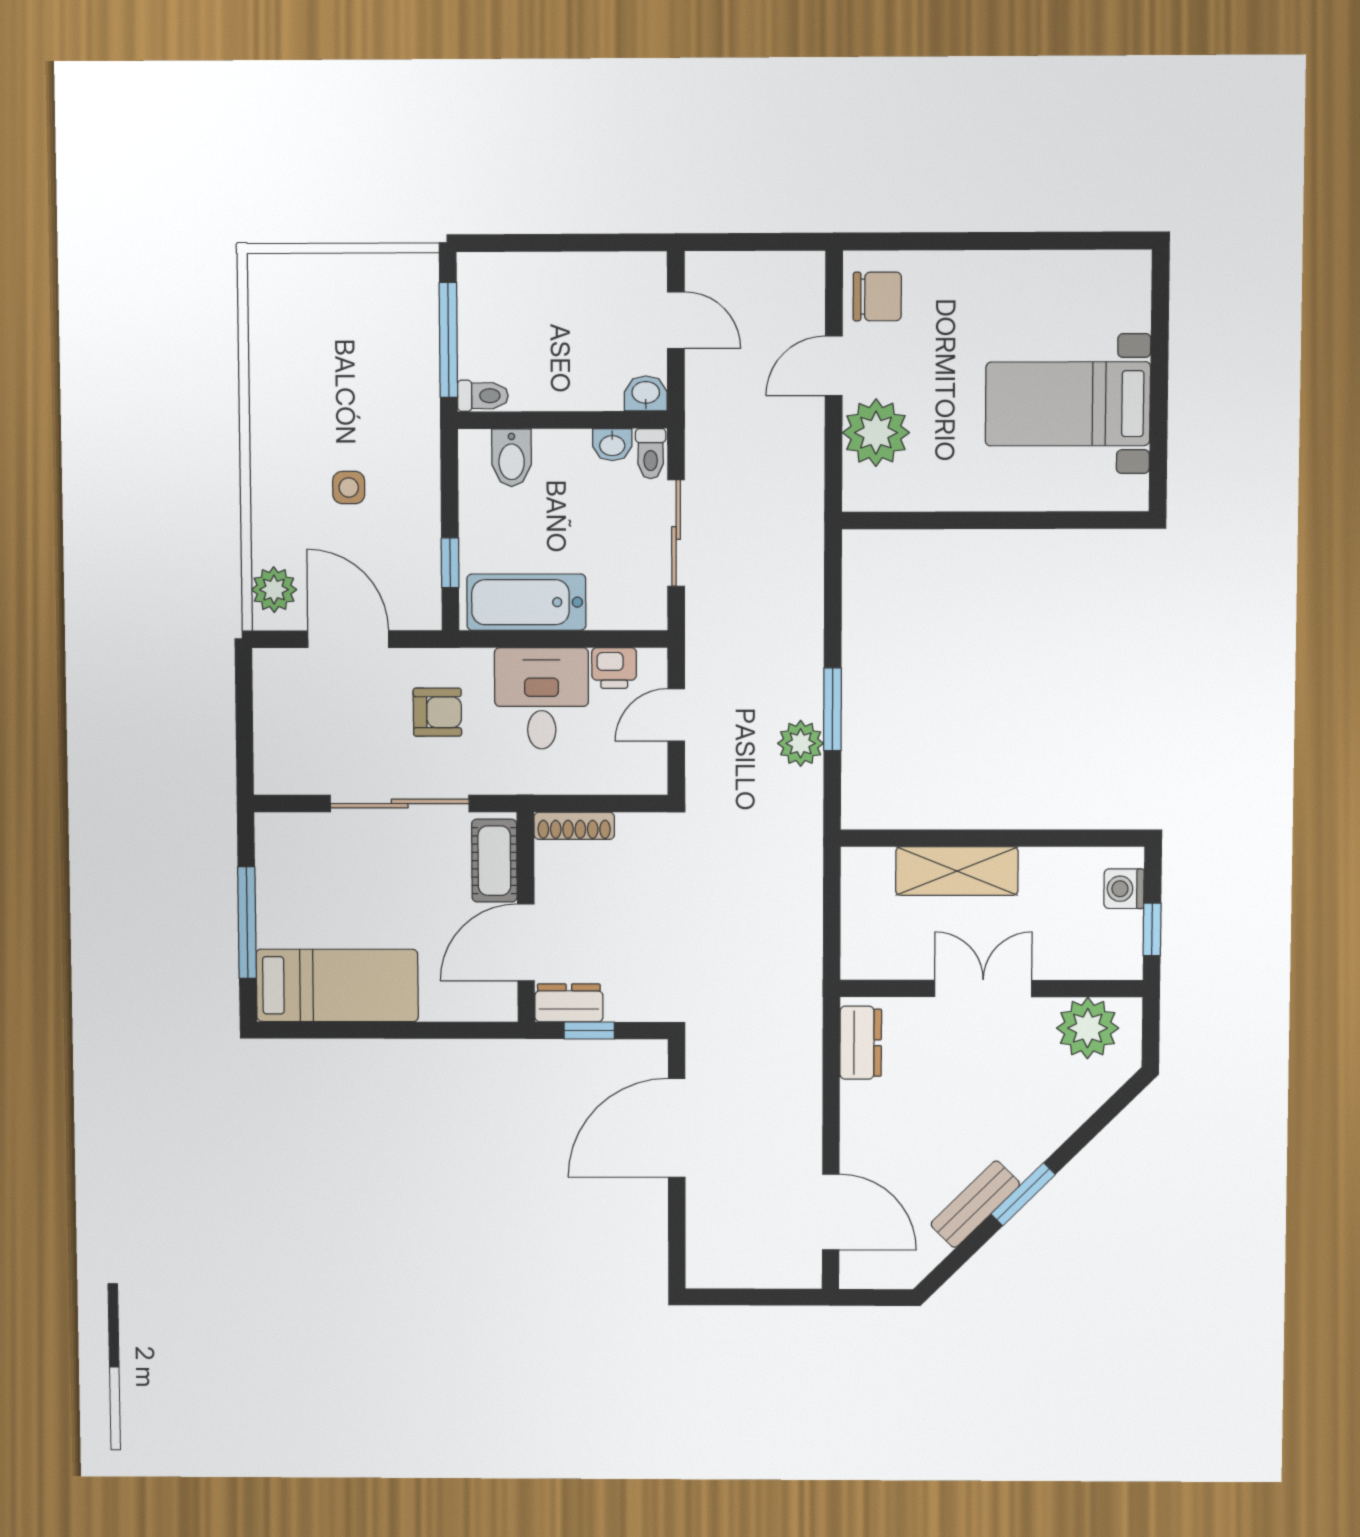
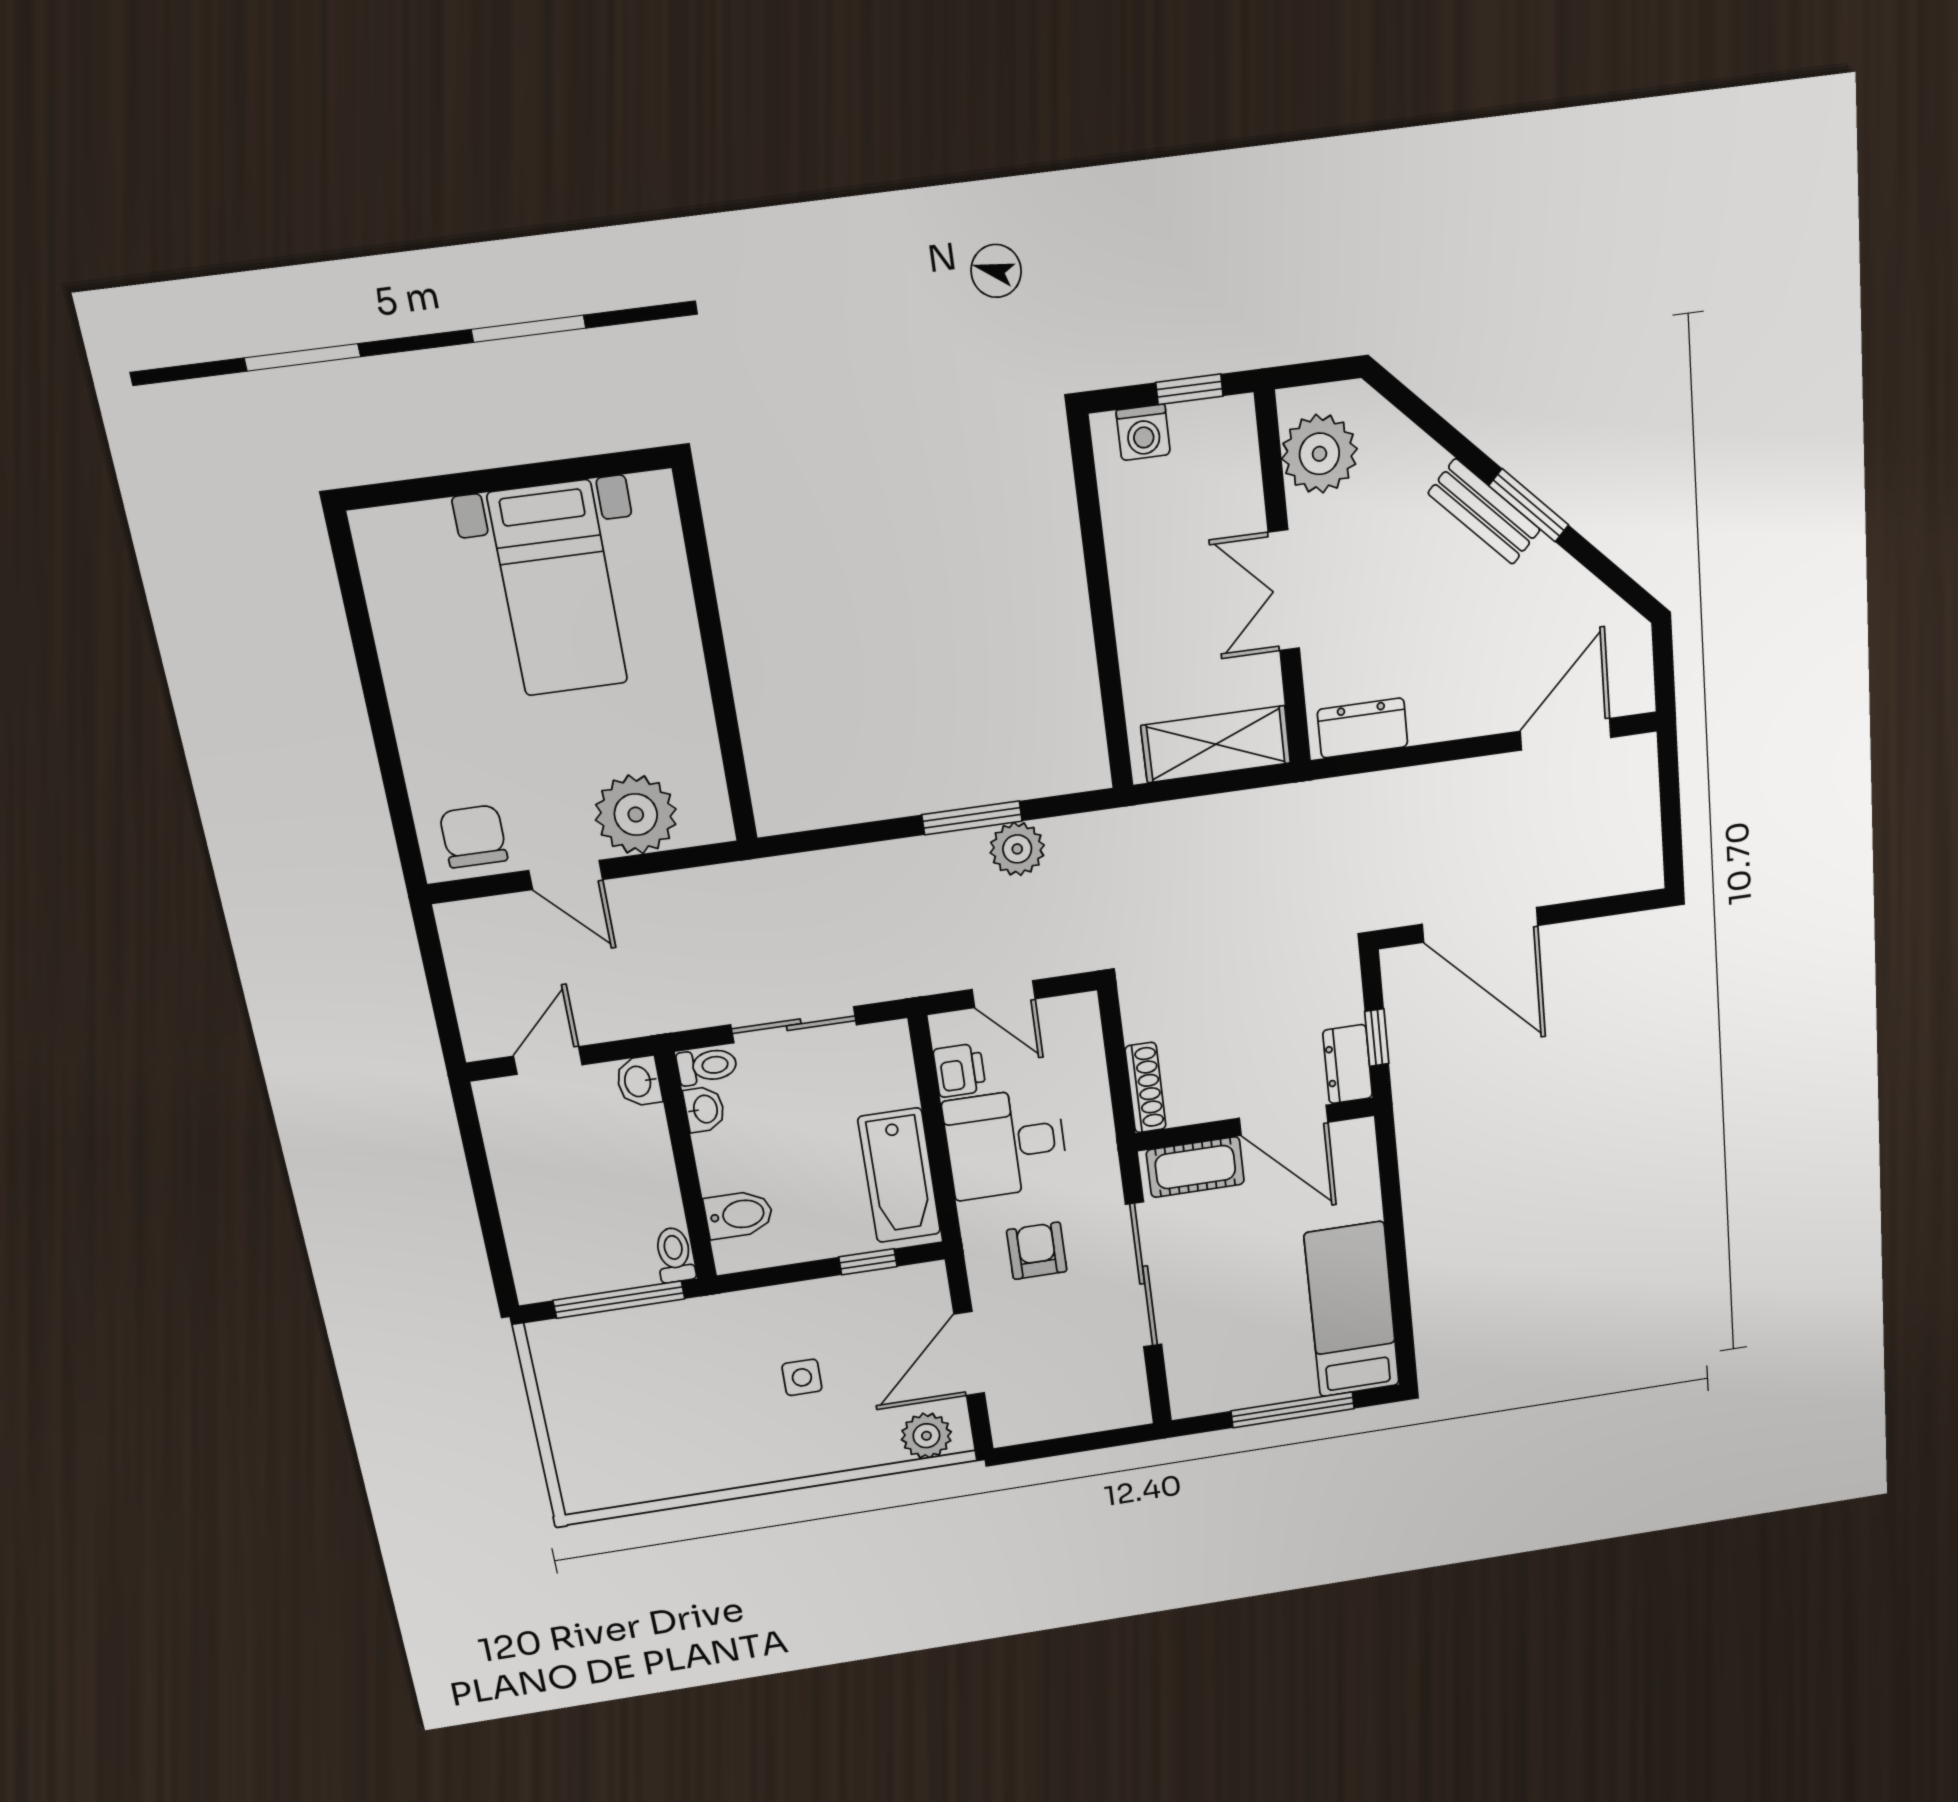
shelving: (957, 871) -> (1216, 744), moved, turned 90
bench: (975, 1204) -> (1484, 512), moved

